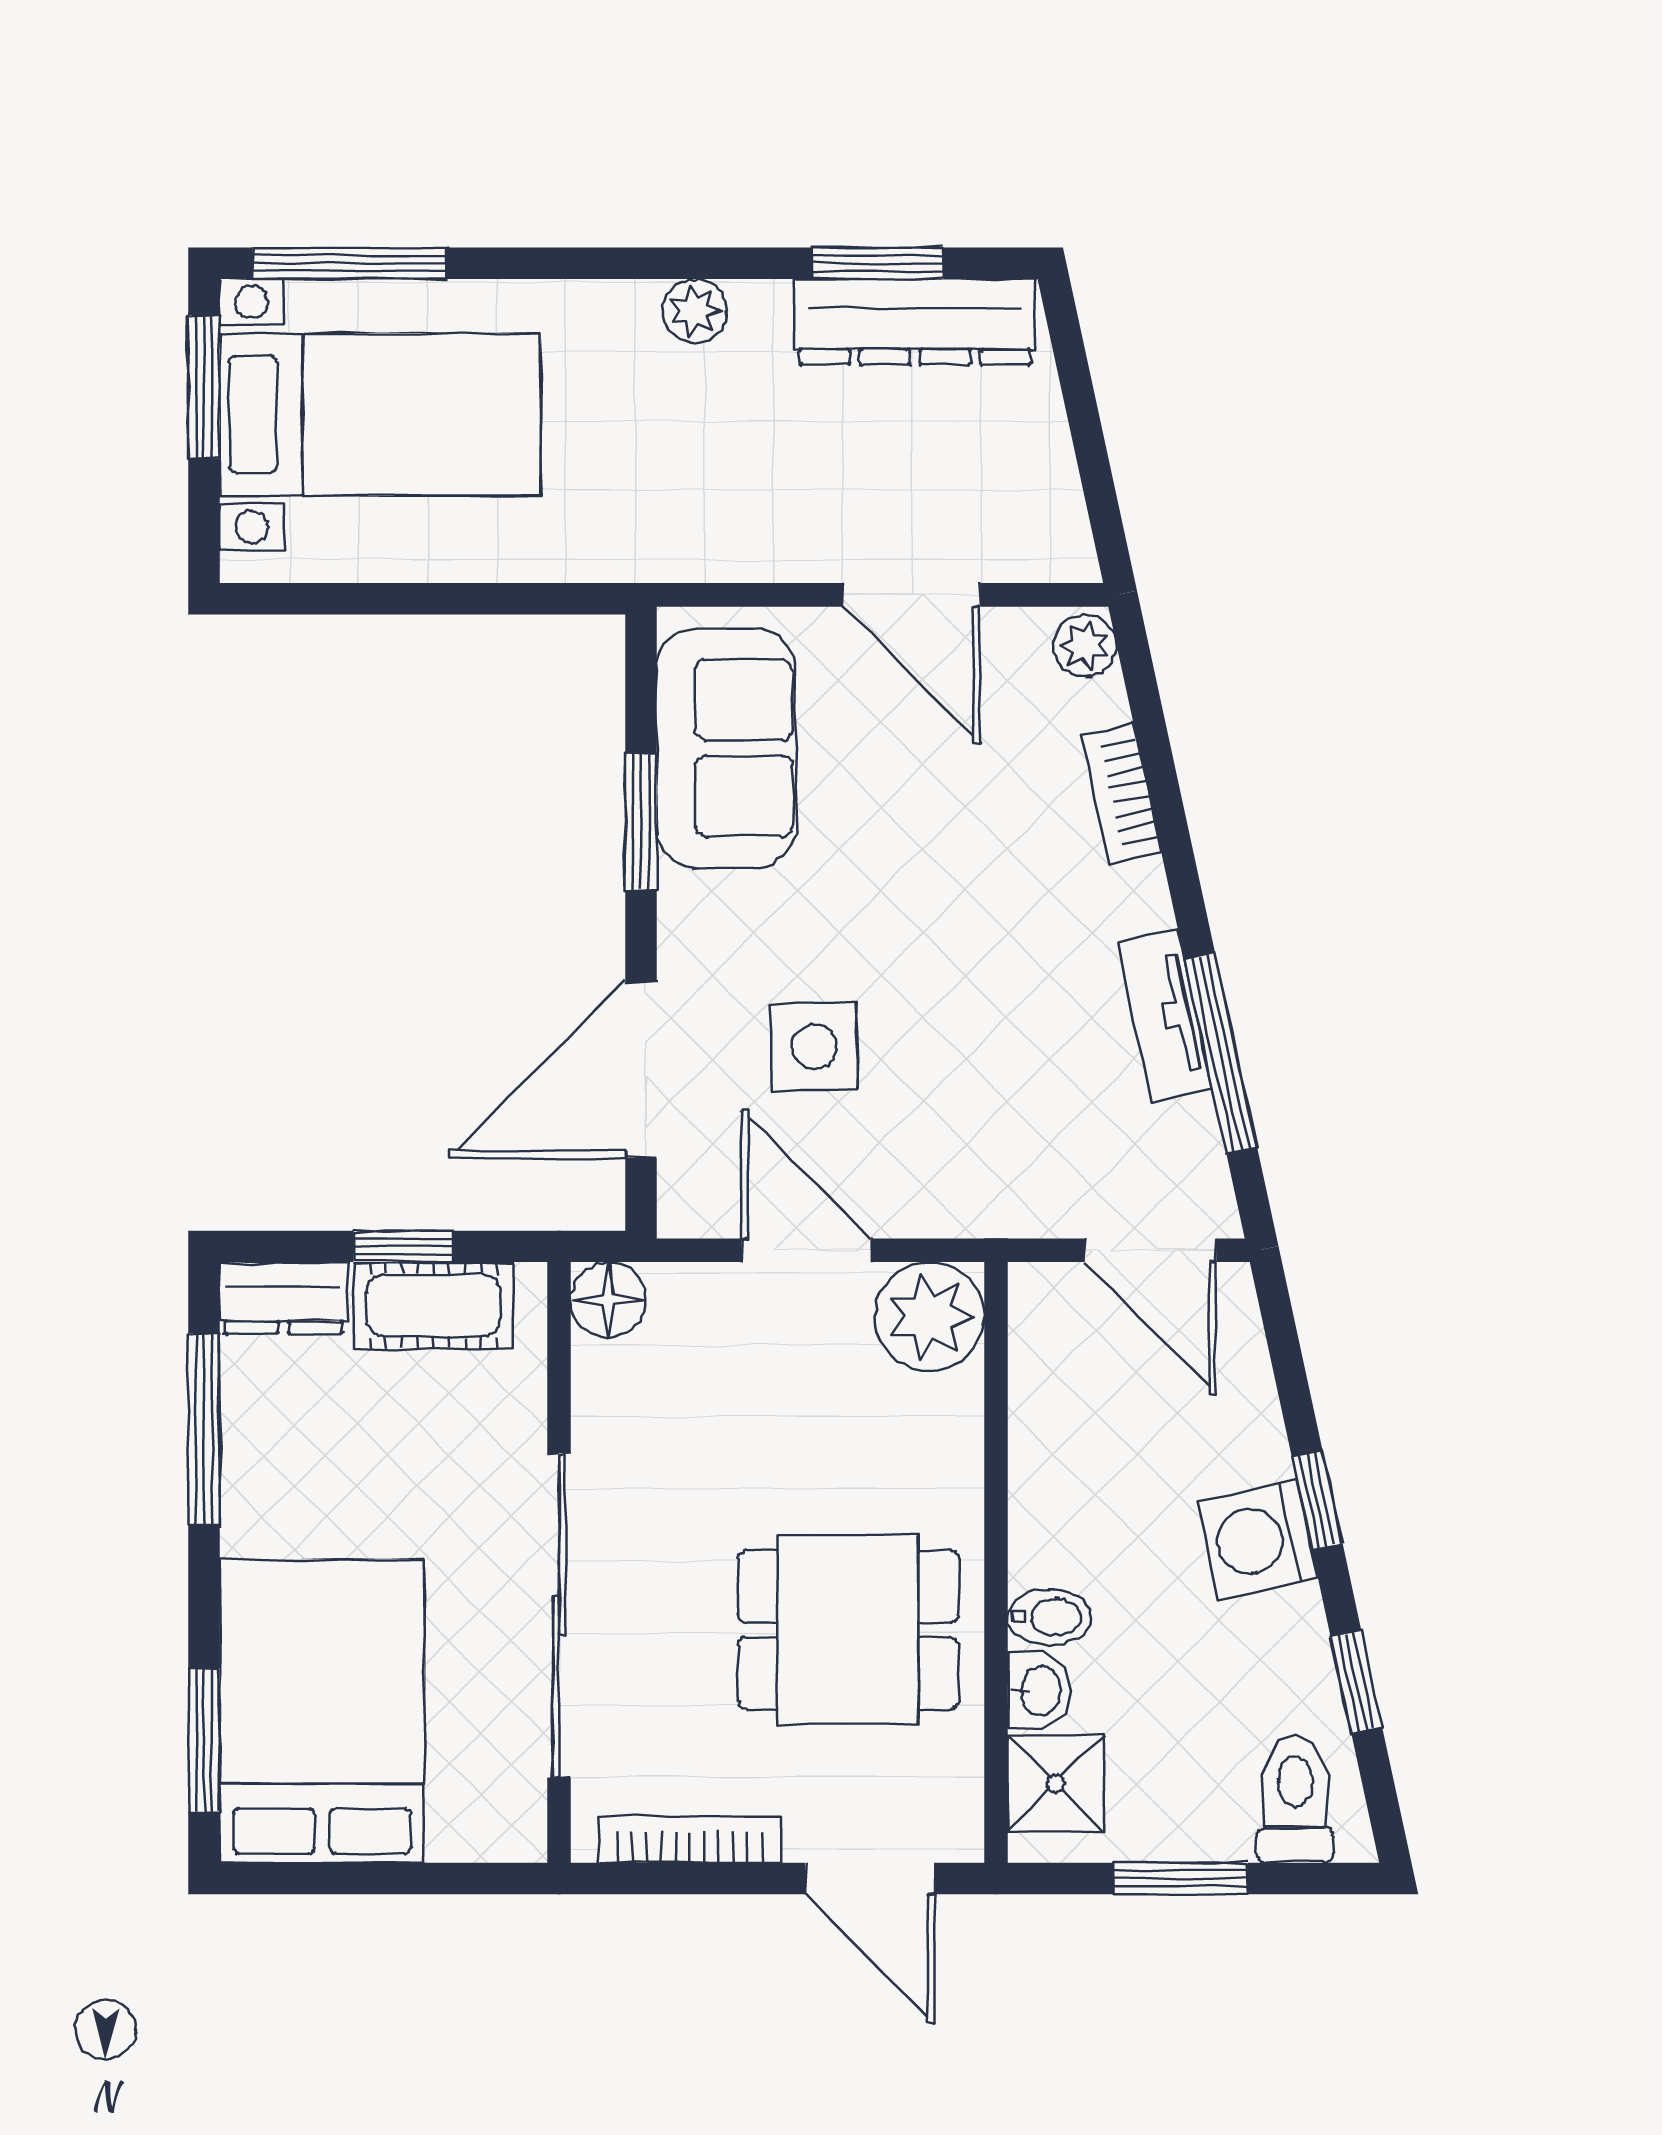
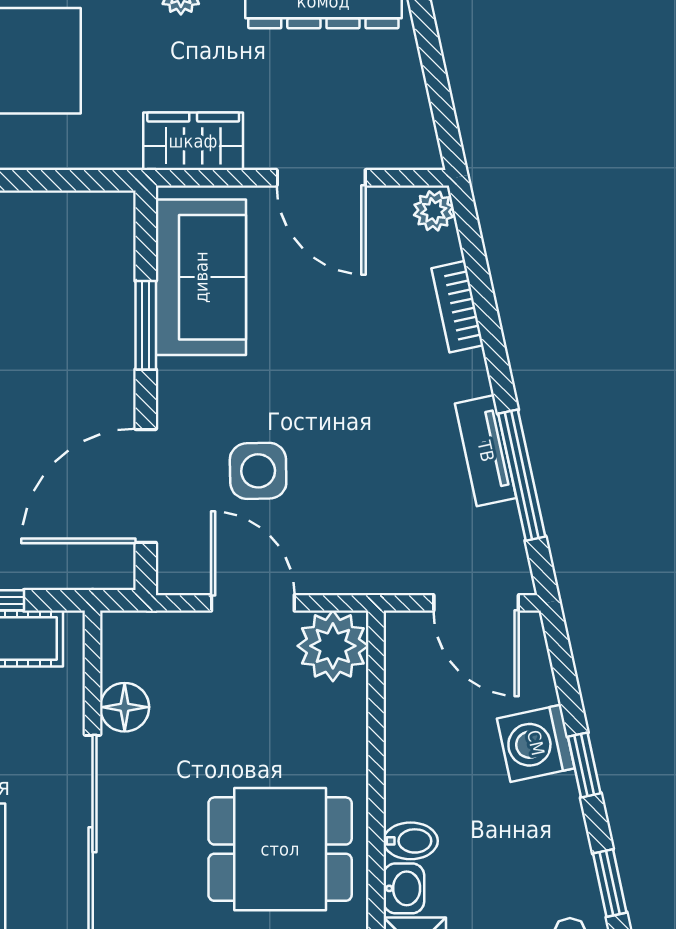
wardrobe: (714, 539) -> (193, 141), added
floor lamp: (608, 1300) -> (125, 707), moved
washing machine: (1258, 1540) -> (536, 743), moved

